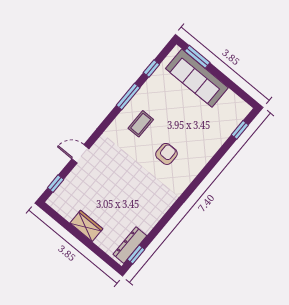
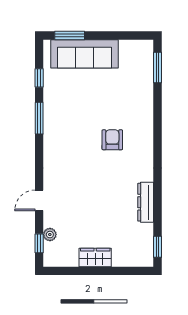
coffee table: (141, 124) -> (69, 132), removed
window: (240, 130) -> (158, 67), width x1.50
plant: (68, 184) -> (50, 235), added
dresser: (130, 245) -> (146, 202), moved

